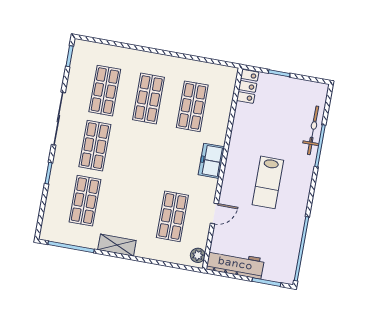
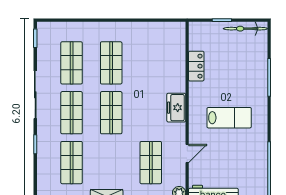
locker: (248, 86) -> (196, 66), moved
shop shelf: (192, 106) -> (111, 113), moved
bicycle: (313, 130) -> (245, 29), moved, turned -90
lab bench: (268, 182) -> (229, 118), turned -90

